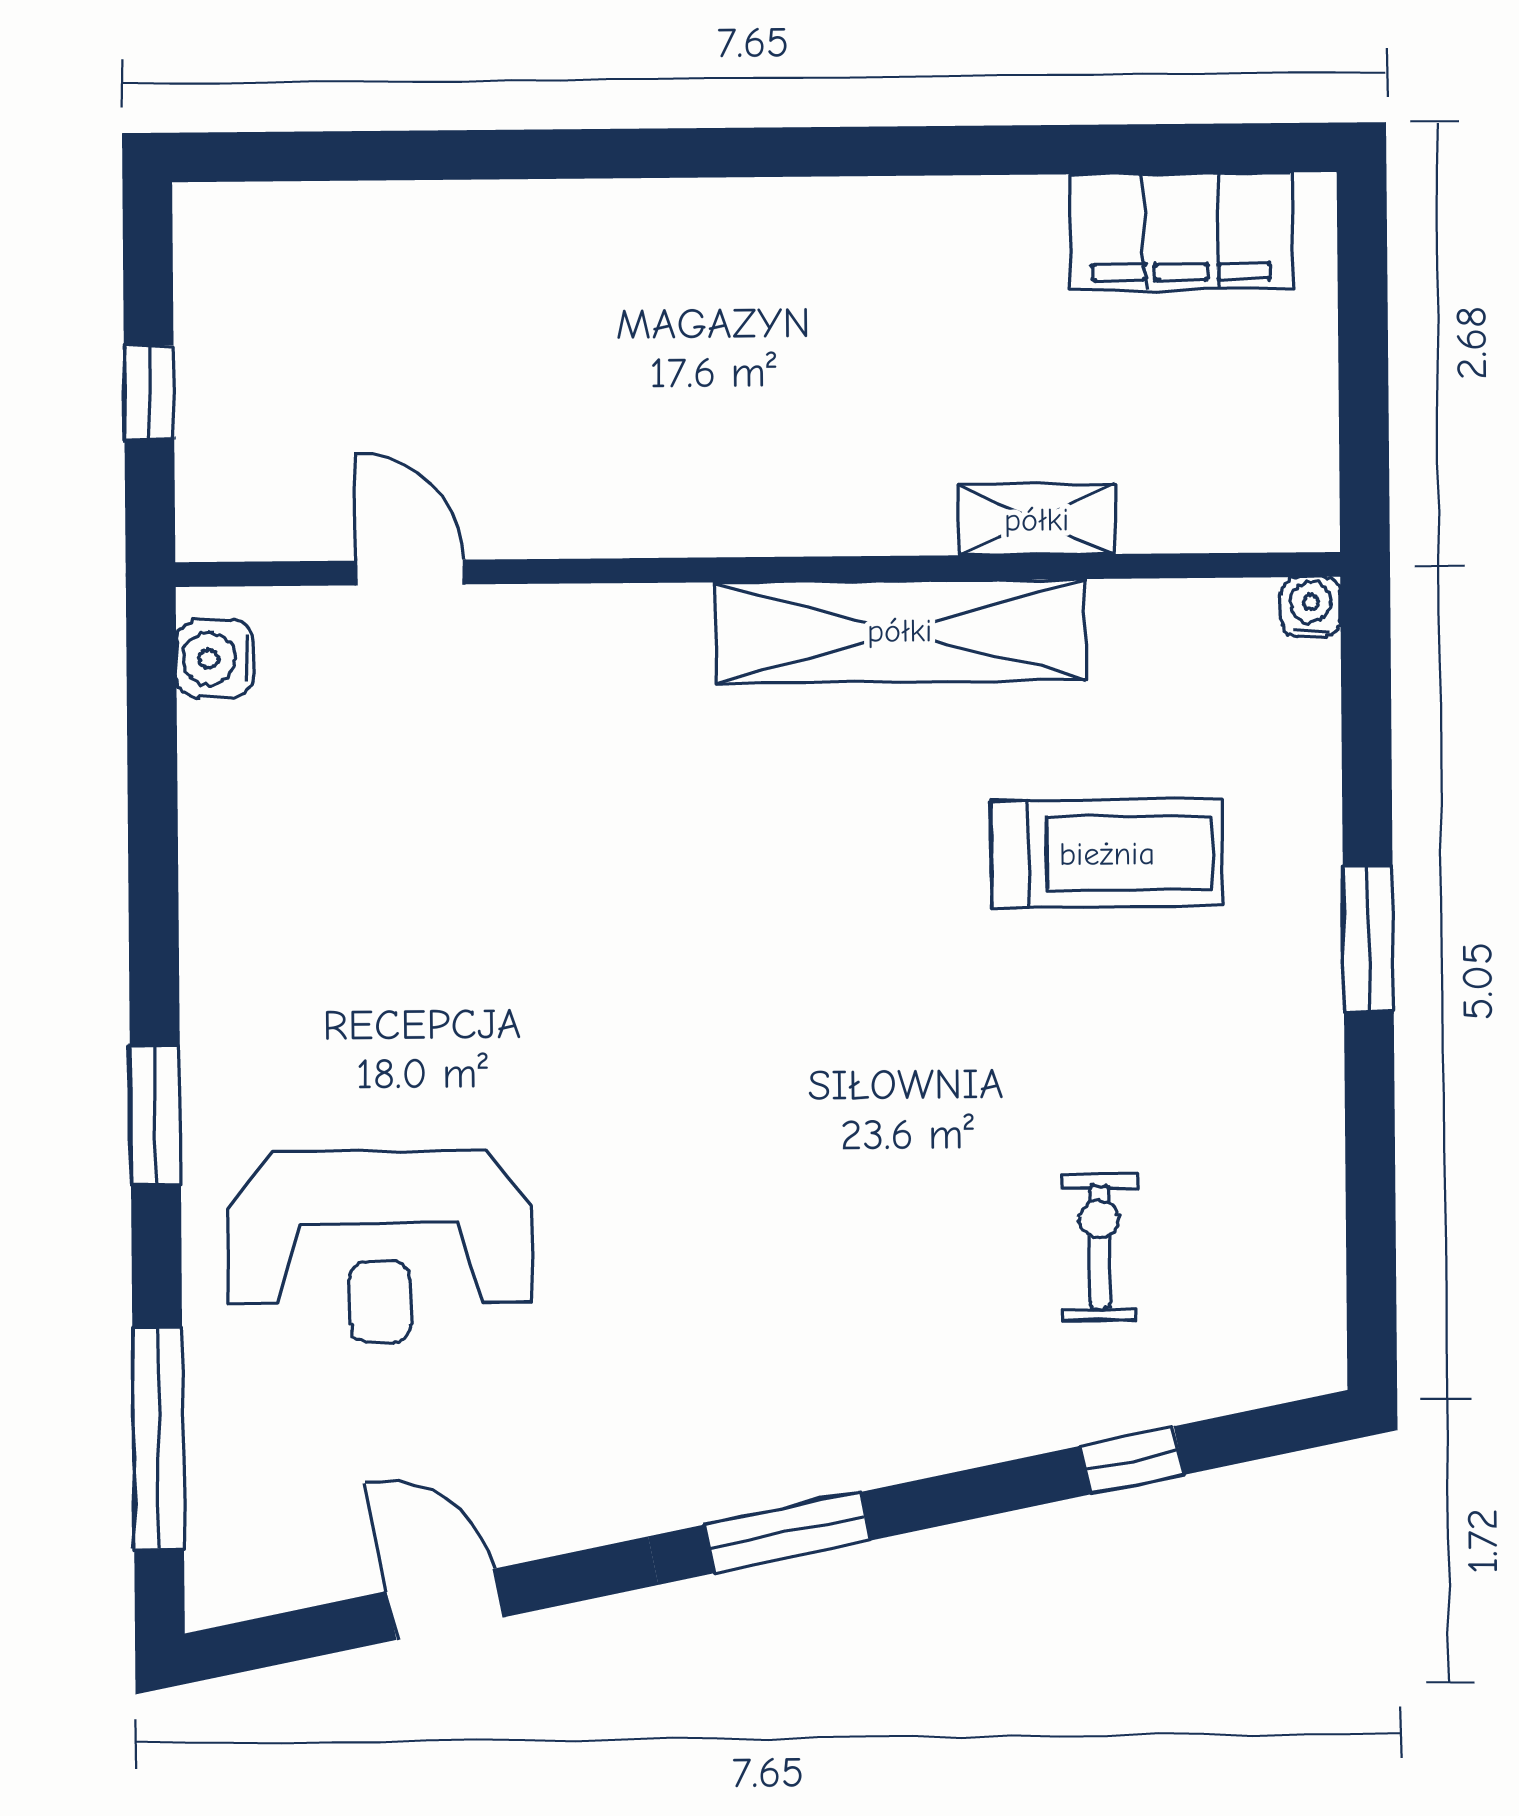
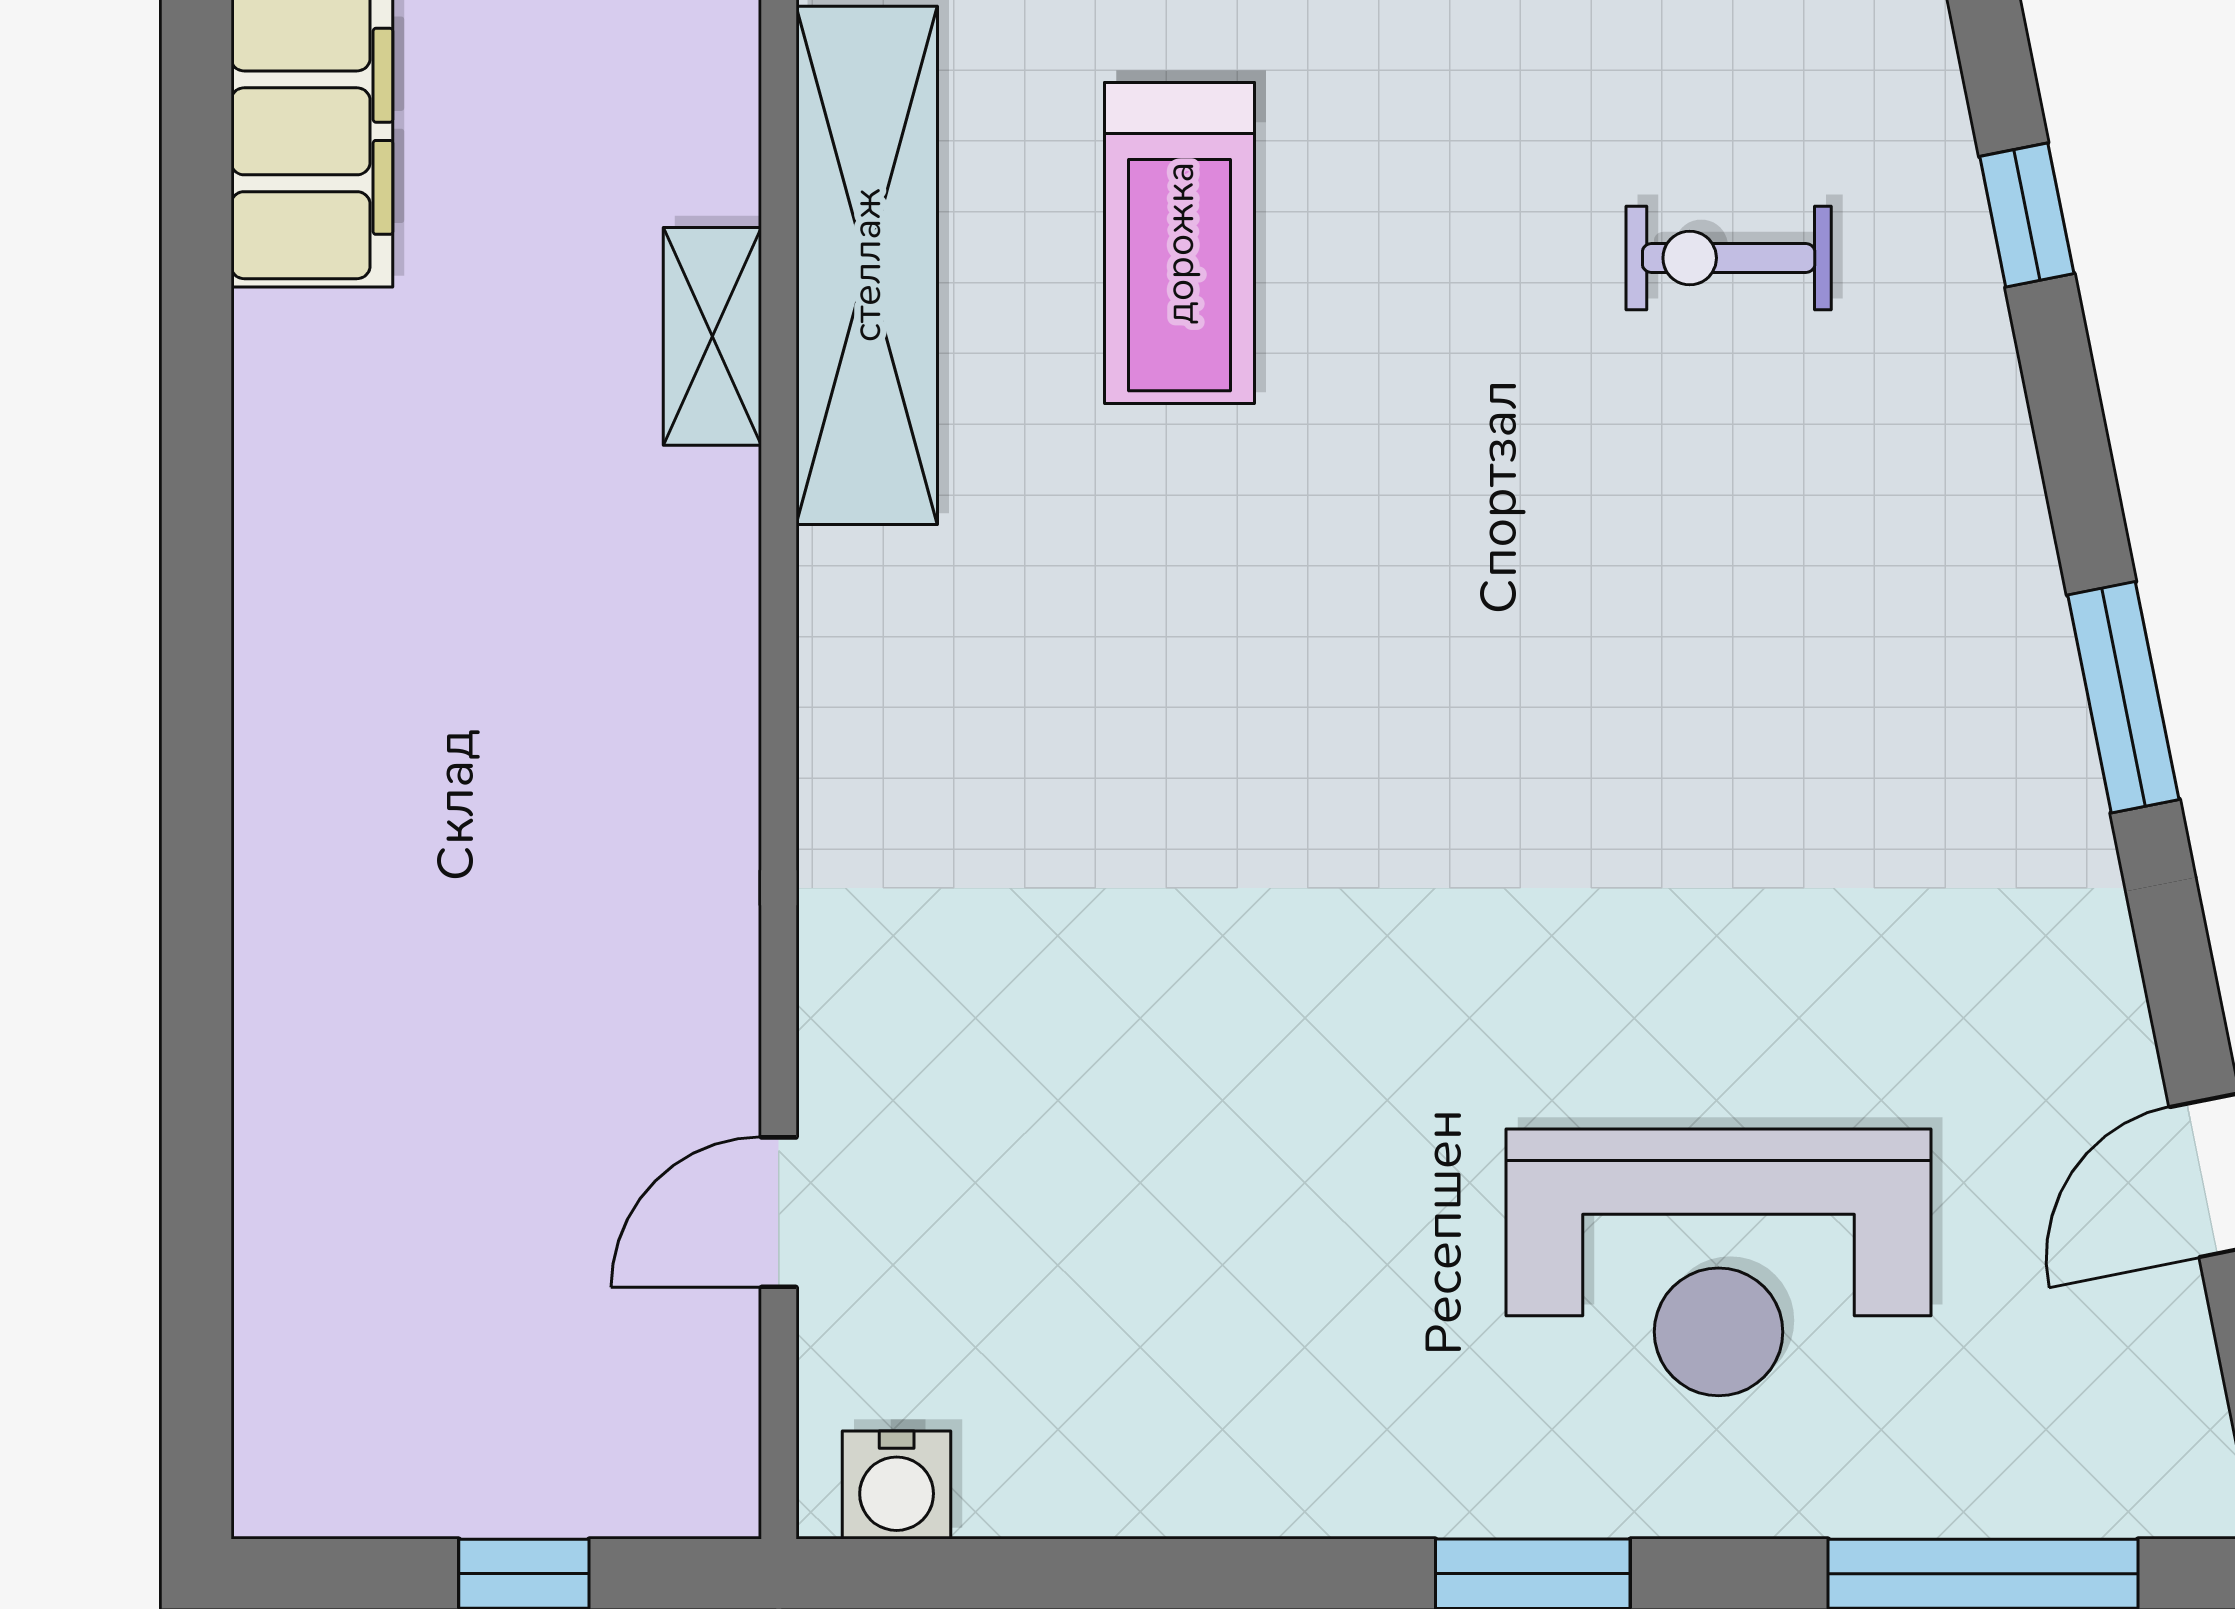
shelving: (900, 631) -> (867, 265), moved
treadmill: (1107, 854) -> (1180, 243), turned 180
reception desk: (380, 1246) -> (1719, 1262), turned 90

